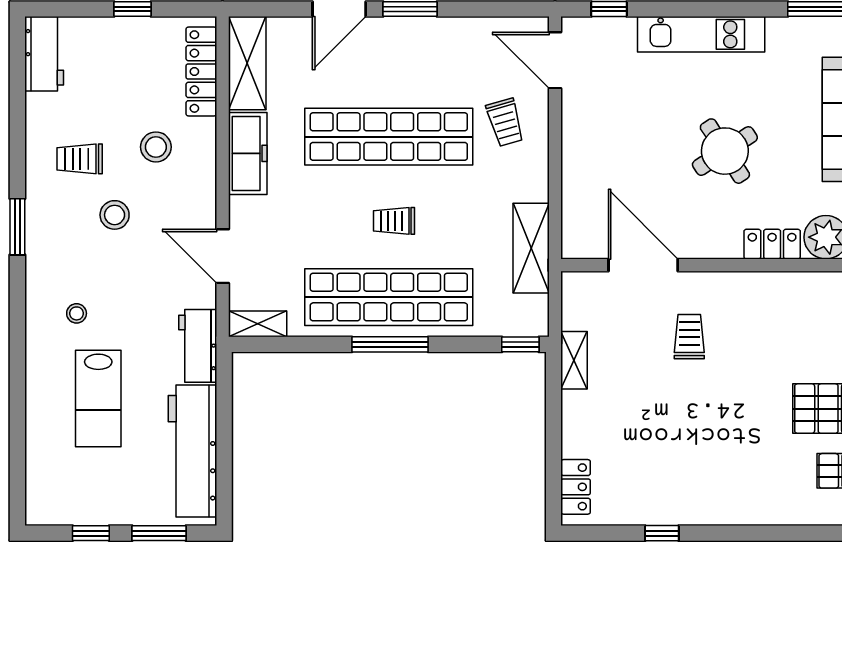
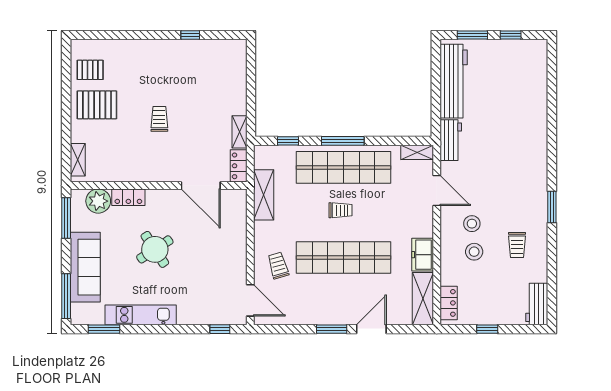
kitchen unit: (701, 34) -> (141, 315), moved
locker: (201, 72) -> (449, 303), width x0.66
freezer: (248, 153) -> (423, 255), width x0.71
trolley: (80, 159) -> (517, 245), turned 90
stool: (115, 215) -> (472, 224), moved
stool: (77, 313) -> (519, 158), removed
trolley: (689, 337) -> (159, 119), moved, turned 180
window: (520, 344) -> (288, 141), moved
lab bench: (98, 399) -> (506, 110), removed
locker: (576, 487) -> (239, 166), moved

